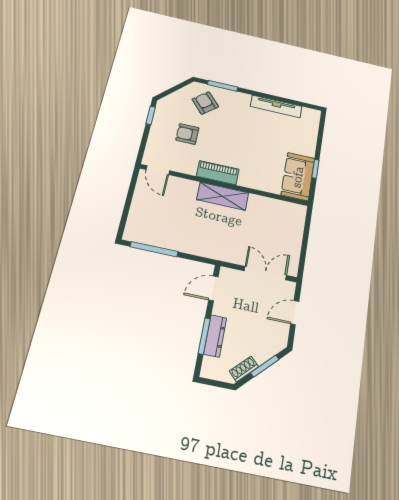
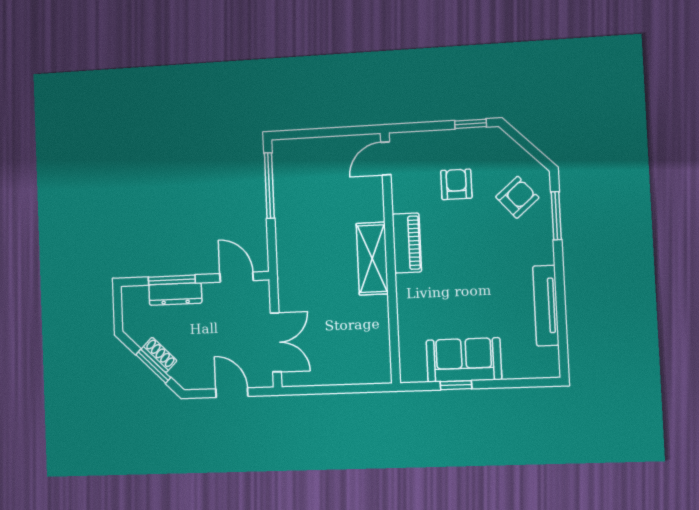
sofa: (298, 177) -> (464, 360), moved
shoe rack: (244, 369) -> (159, 355), moved

